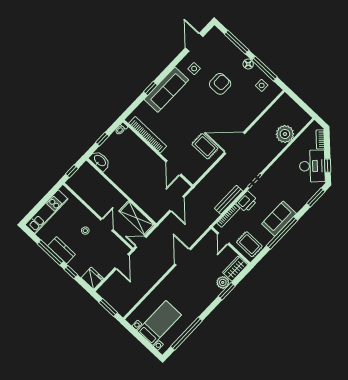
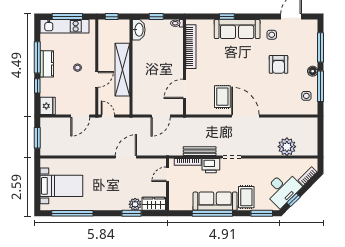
armchair: (220, 84) -> (279, 64), turned 90
window: (42, 203) -> (67, 17), added
shelving: (137, 218) -> (122, 70), moved, width x1.47
sofa: (279, 219) -> (215, 201), width x1.36
rug: (249, 244) -> (246, 197), moved

